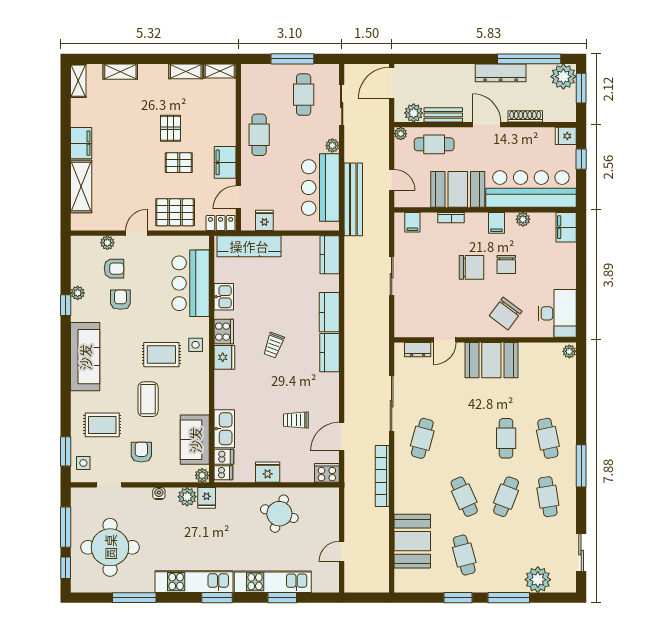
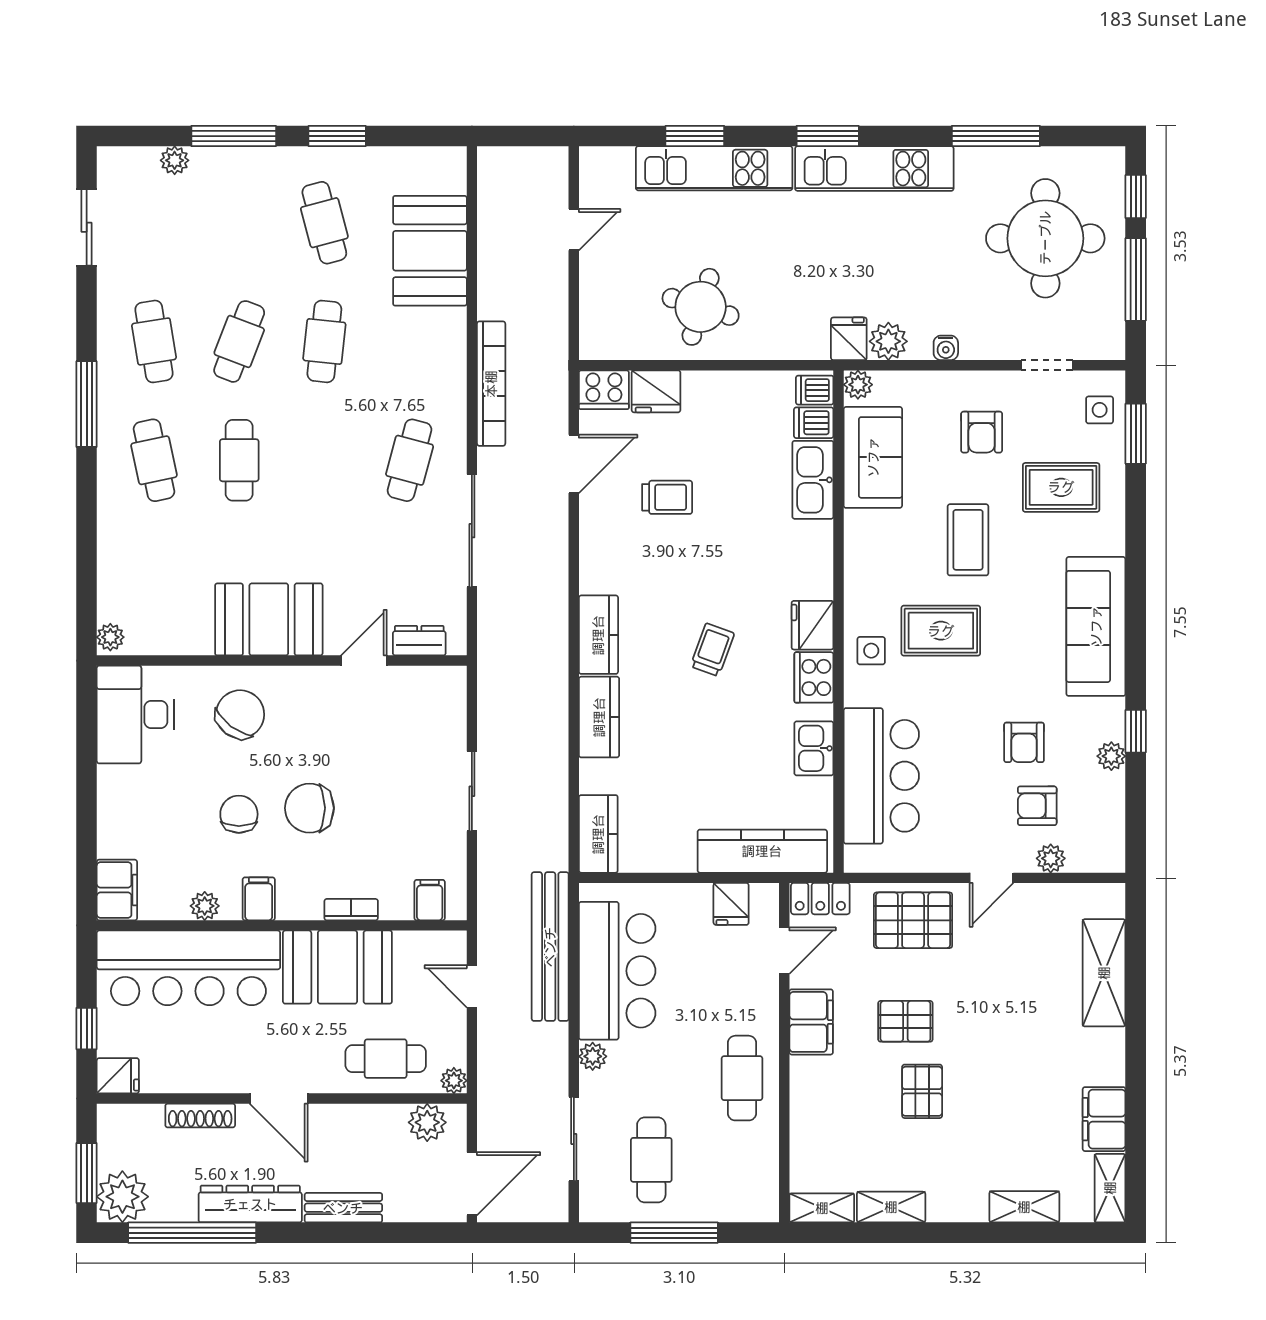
bench: (443, 115) -> (343, 1208), moved
filing cabinet: (81, 143) -> (1104, 1119), moved
fridge: (268, 472) -> (656, 391), moved
cafe table: (464, 497) -> (324, 341), turned 30
plant: (538, 580) -> (175, 160), width x0.53, depth x0.53

